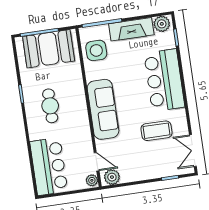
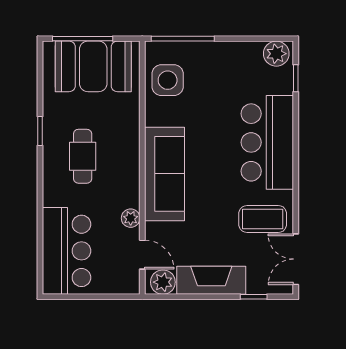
fireplace: (131, 29) -> (211, 280), moved, turned 180
coffee table: (156, 131) -> (263, 219), moved
plant: (92, 180) -> (131, 218), moved

